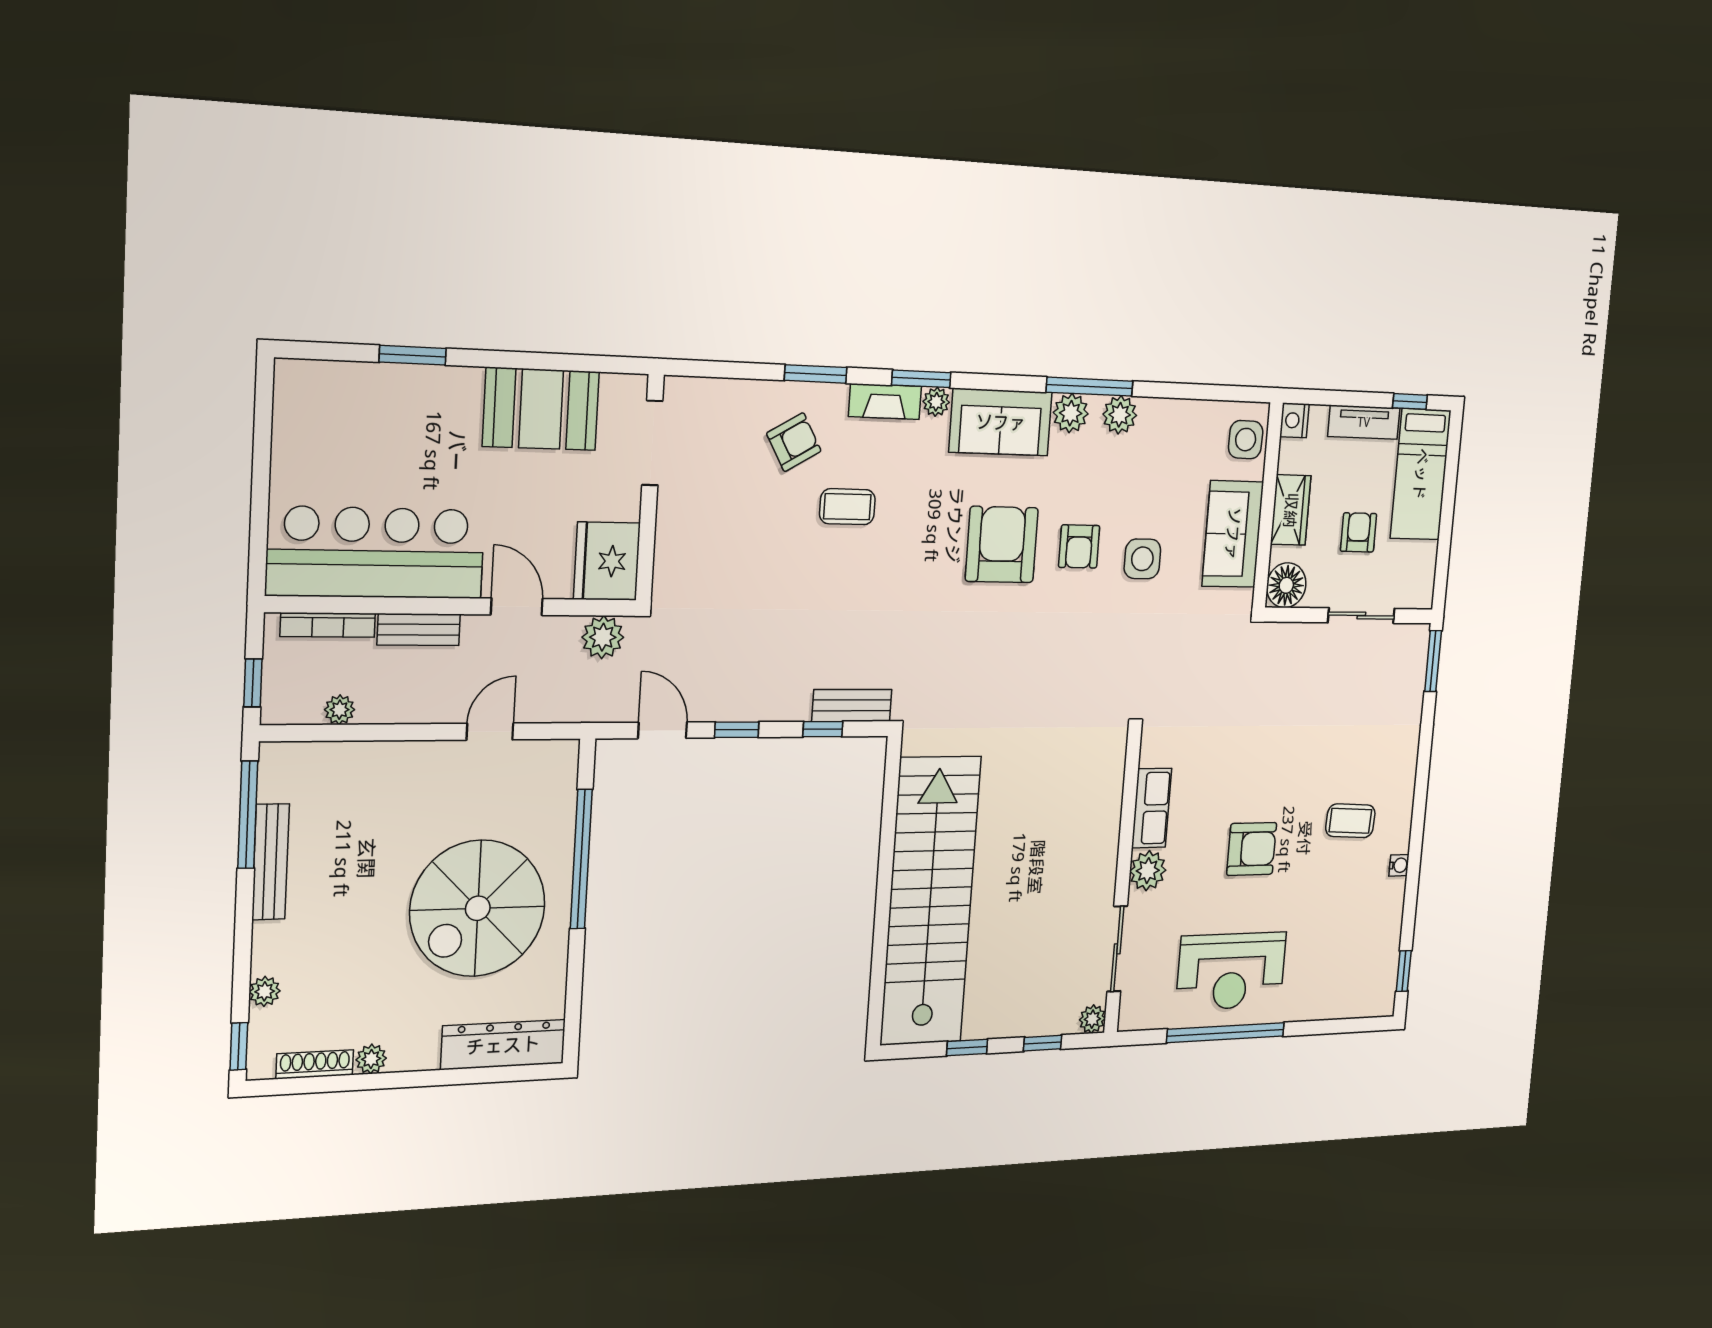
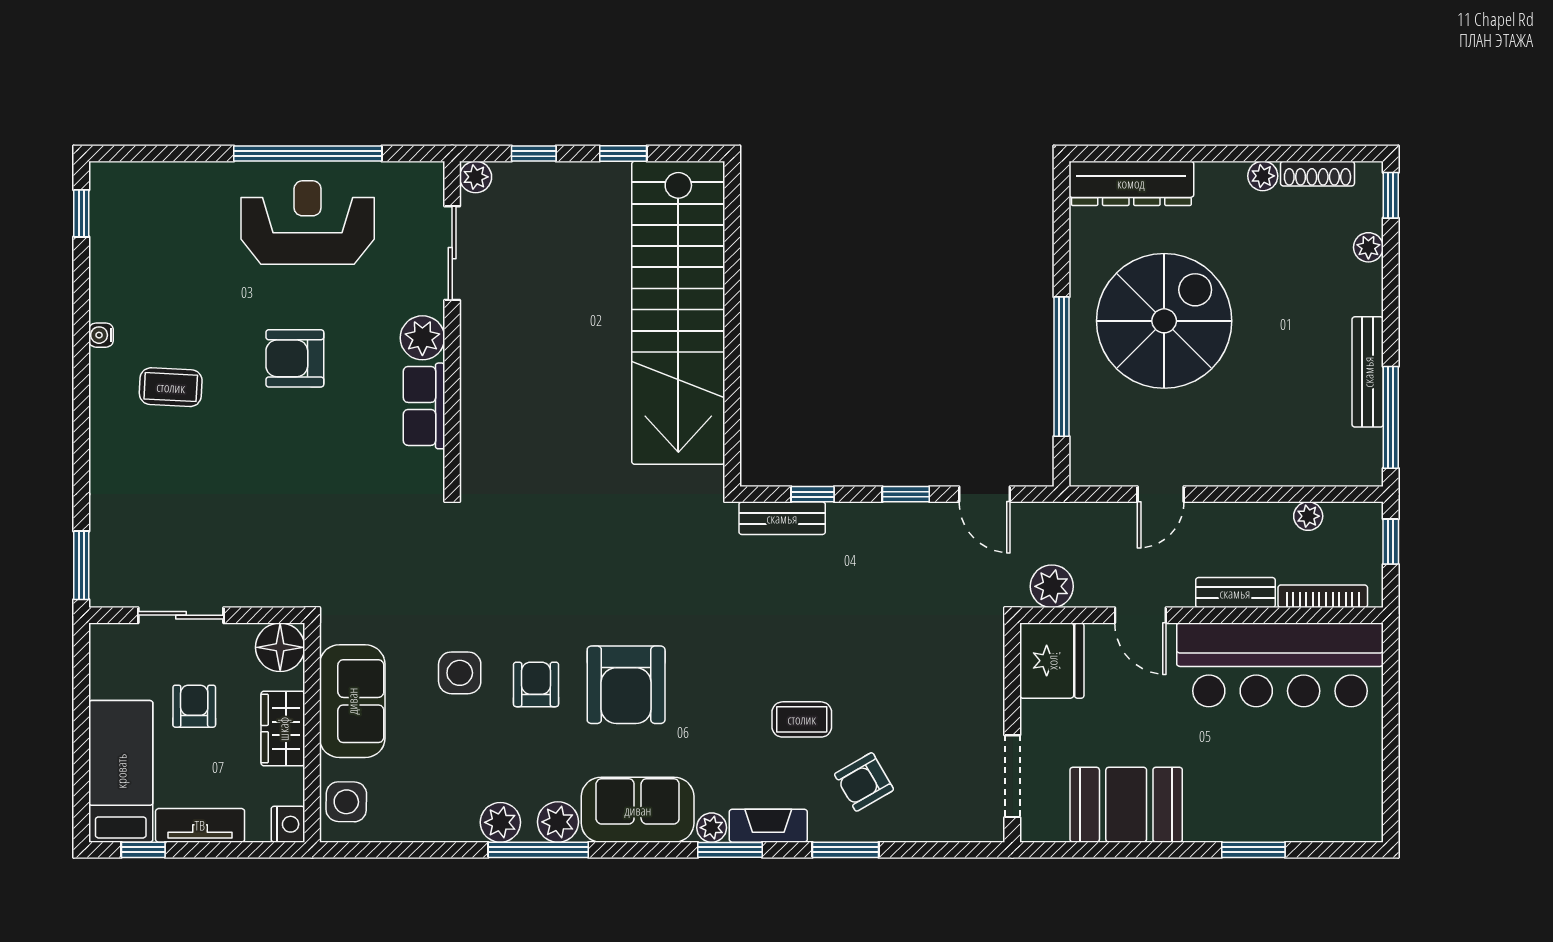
armchair: (1359, 532) -> (194, 706), turned 180

